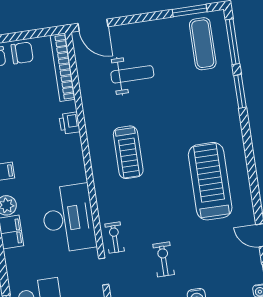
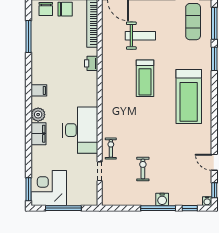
treadmill: (128, 152) -> (145, 78), moved
treadmill: (210, 181) -> (189, 97), moved, turned 180

